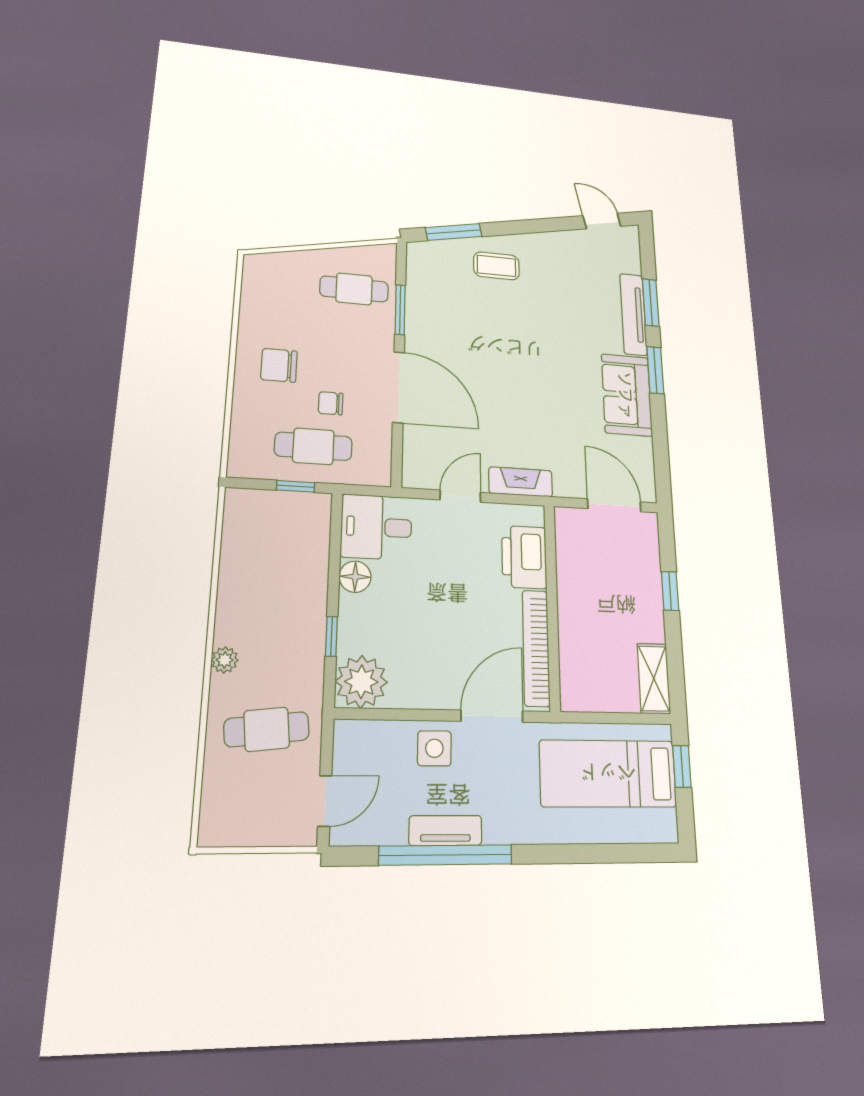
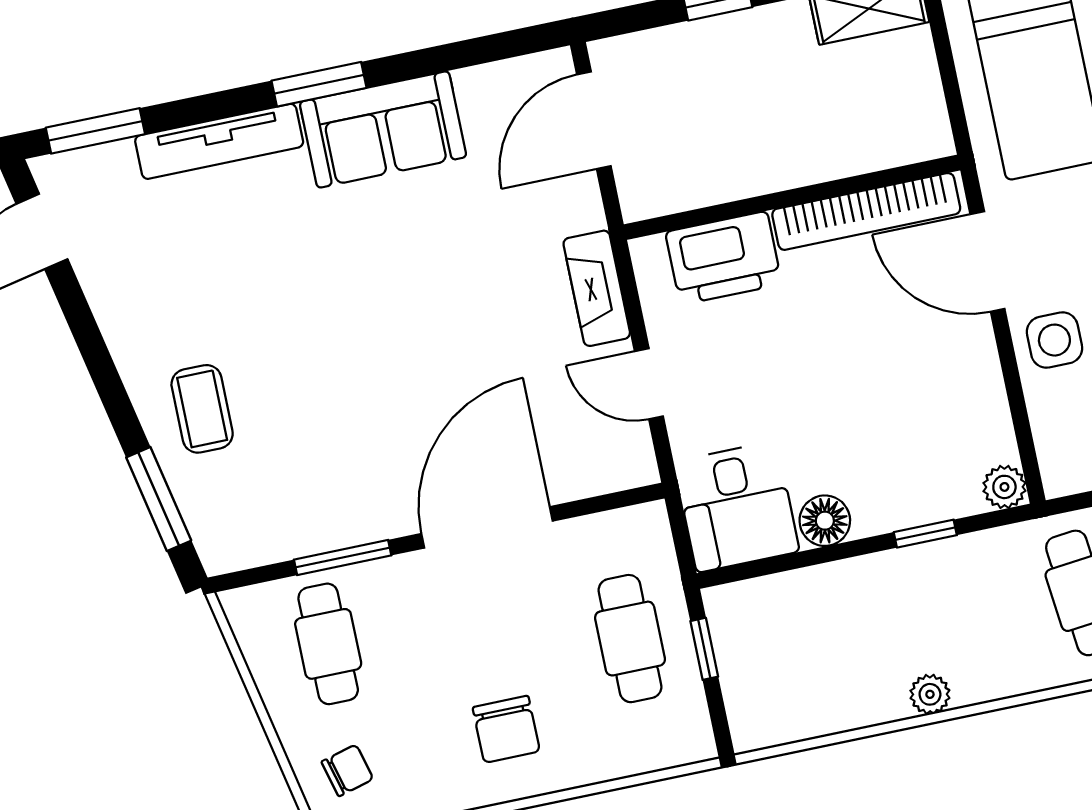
window: (651, 303) -> (95, 131), moved
chair: (331, 403) -> (347, 770), moved, turned -105
plant: (225, 660) -> (930, 694), moved
plant: (361, 682) -> (1004, 487), width x0.53, depth x0.53

